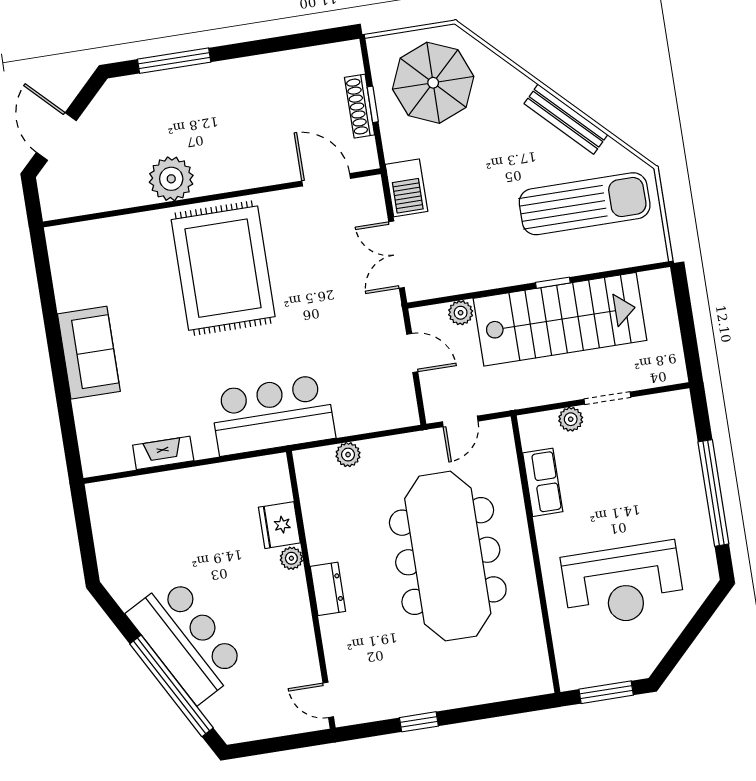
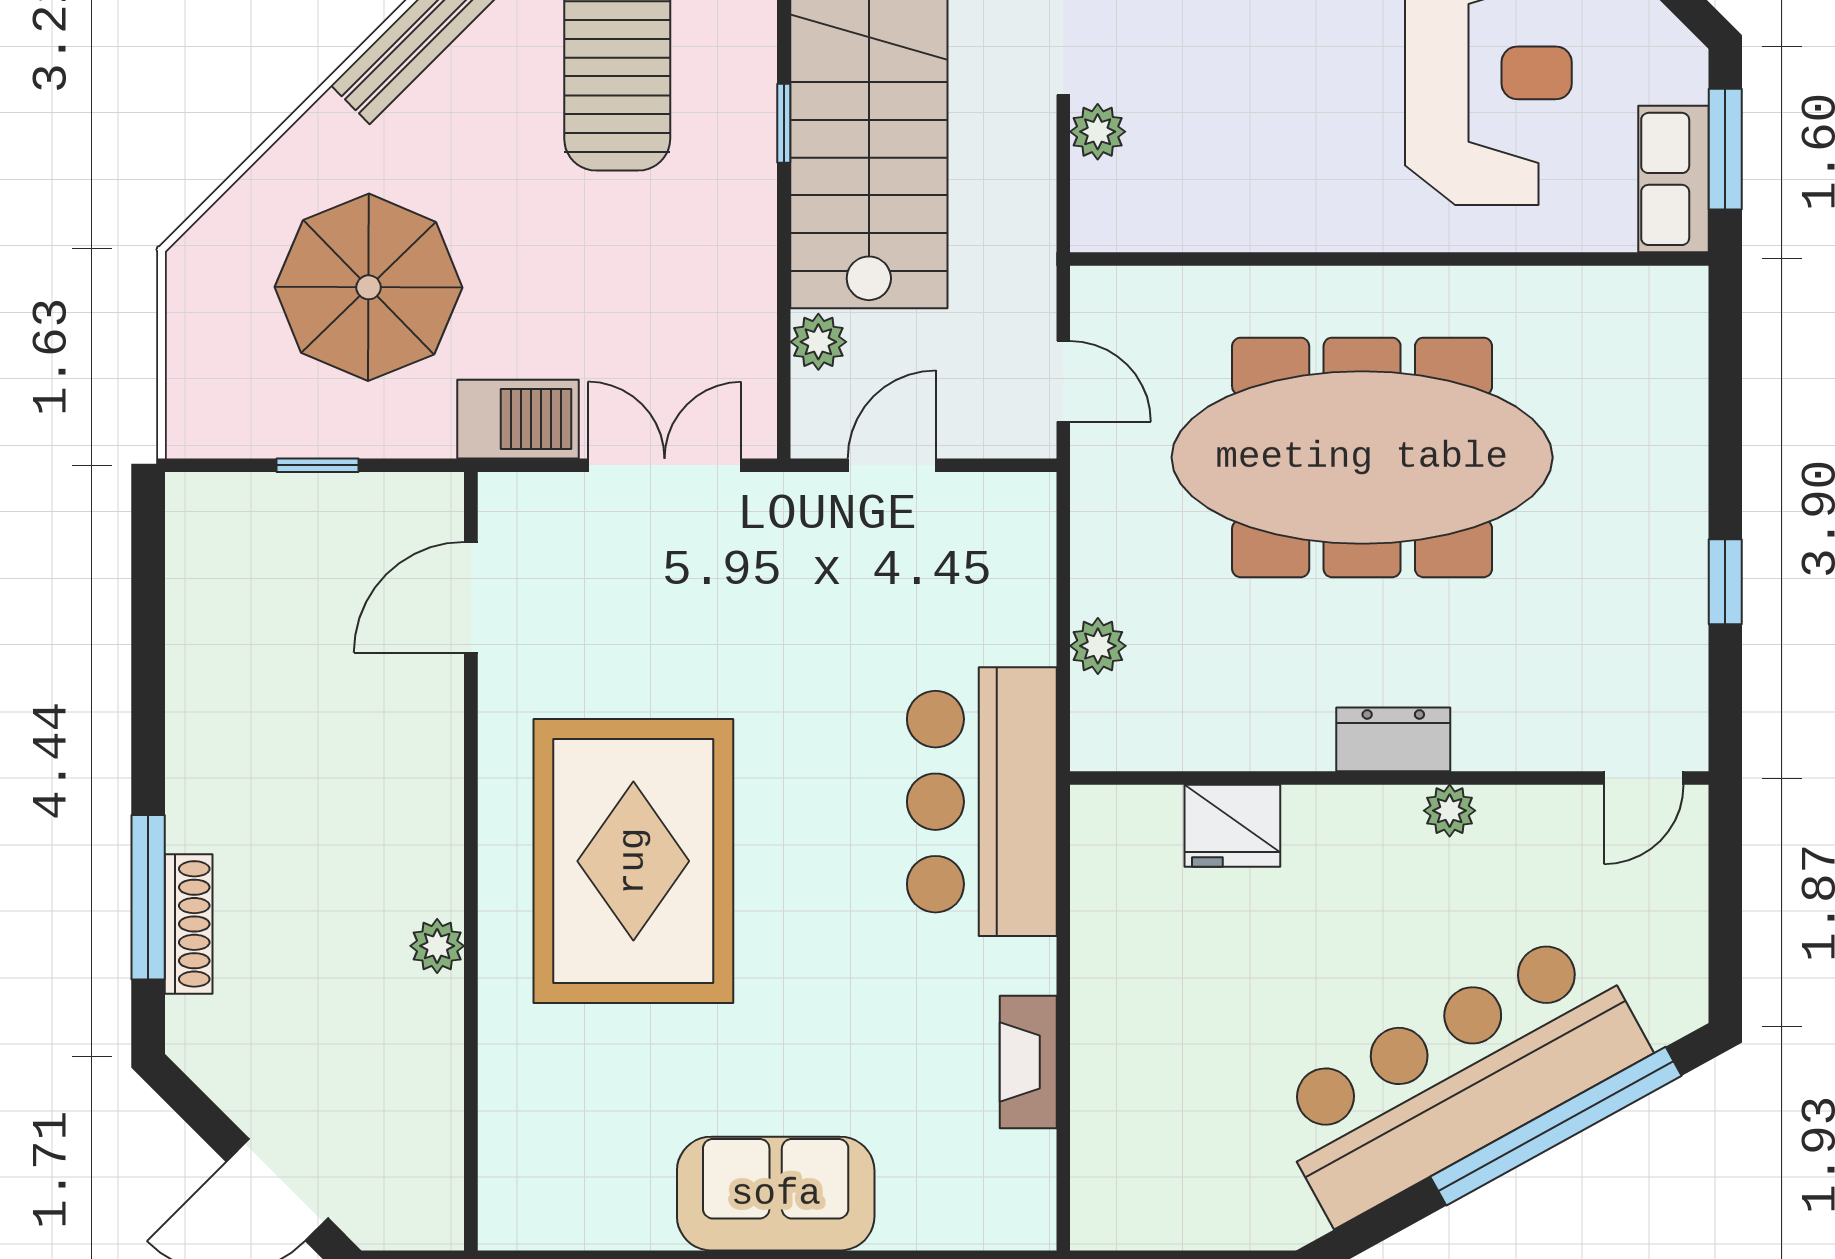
parasol: (433, 83) -> (369, 287), moved
shoe rack: (360, 106) -> (189, 924), moved, turned -90
plant: (171, 179) -> (437, 946), width x0.53, depth x0.53
double door: (397, 255) -> (665, 465), swing flipped
rug: (223, 268) -> (633, 861), turned 90
row of seats: (543, 482) -> (1674, 179), moved, turned -90
plant: (291, 558) -> (1450, 811), moved
bar counter: (187, 640) -> (1458, 1076), width x1.36

